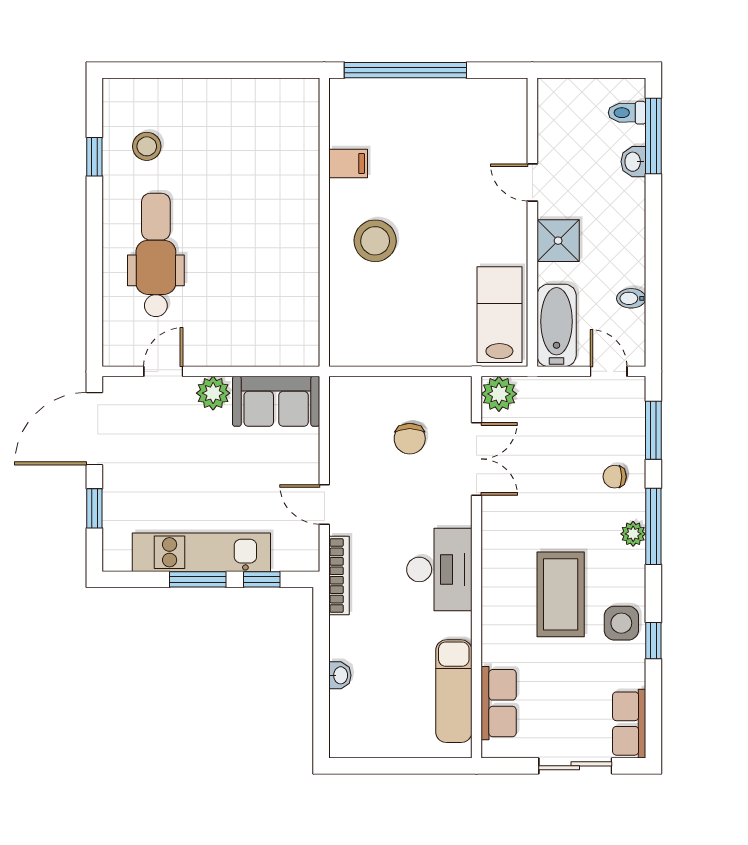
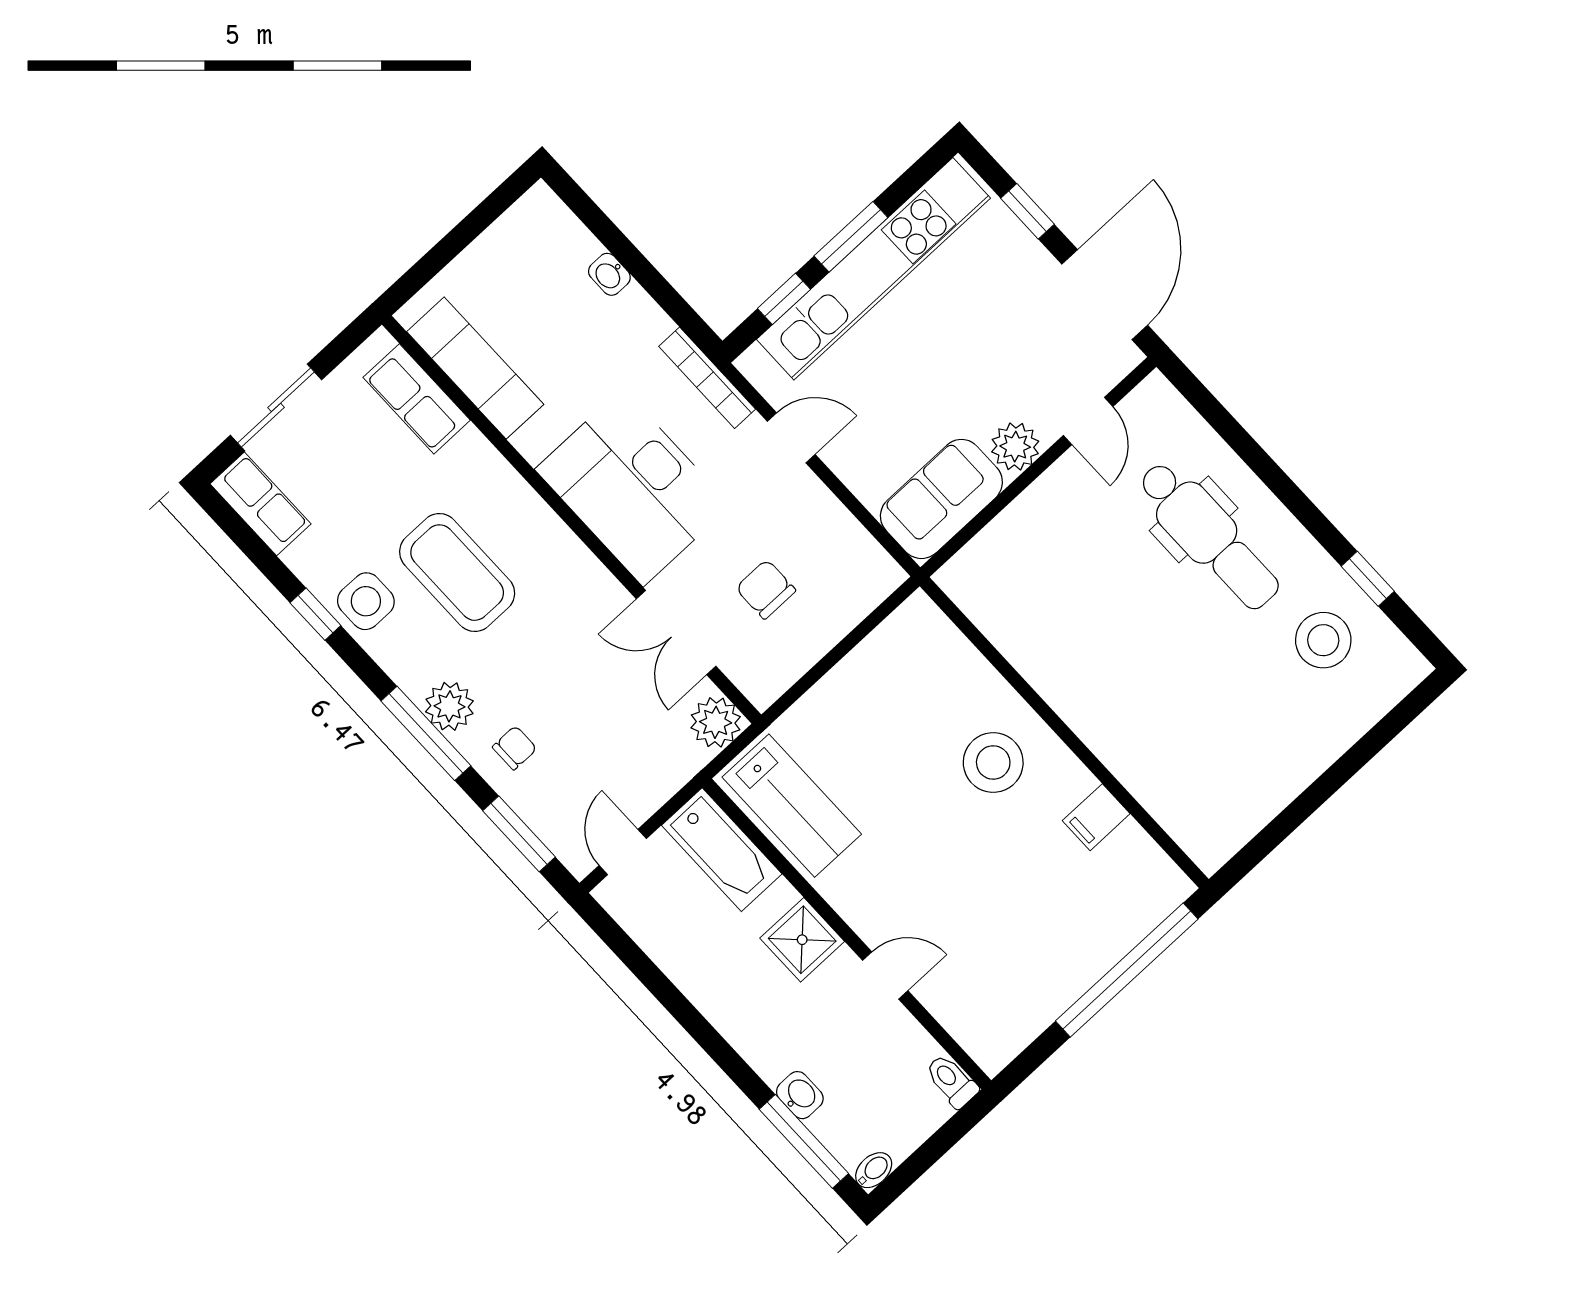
toilet: (627, 113) -> (951, 1081), moved, turned -90
stool: (147, 146) -> (1323, 640), width x1.38, depth x1.38
bidet: (631, 298) -> (874, 1170), moved
door: (609, 371) -> (623, 852), swing flipped
plant: (633, 534) -> (449, 706), width x1.38, depth x1.38
kitchen unit: (201, 552) -> (873, 269), width x1.36
desk: (439, 569) -> (633, 487), width x1.36, depth x1.30

